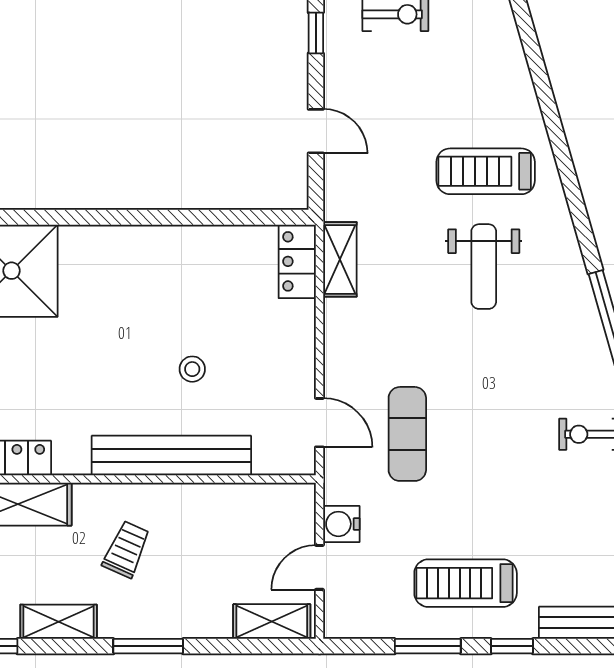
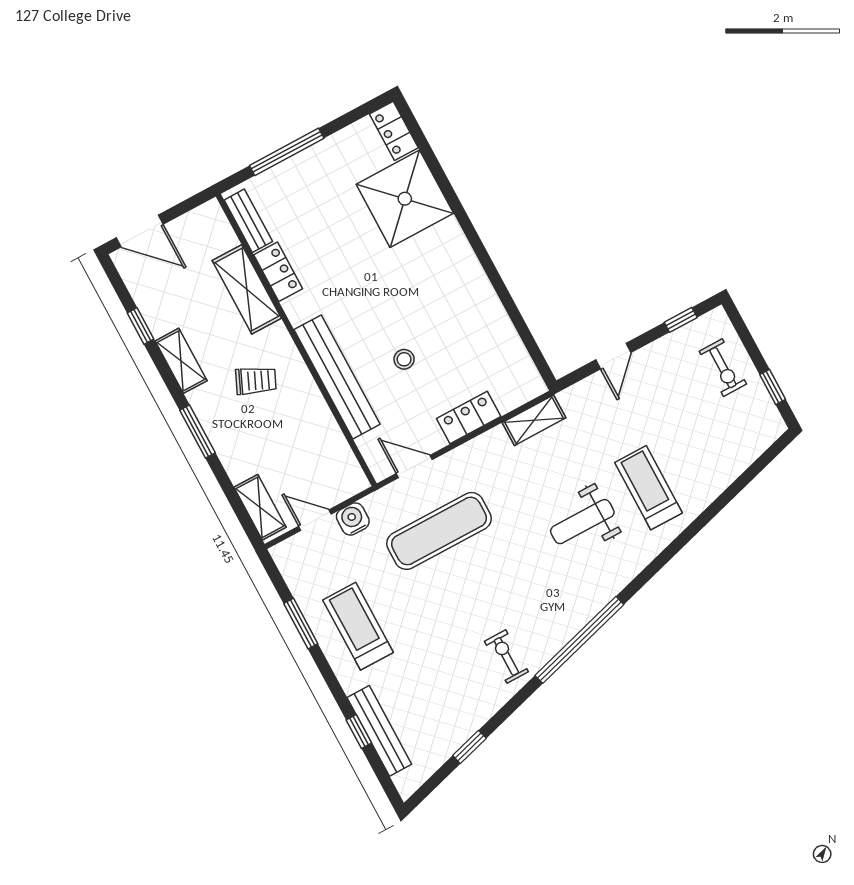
locker: (297, 261) -> (469, 417), moved
door: (319, 423) -> (414, 467), swing flipped
exercise mat: (407, 434) -> (439, 531), width x1.36, depth x1.45
window: (512, 646) -> (359, 731), moved

